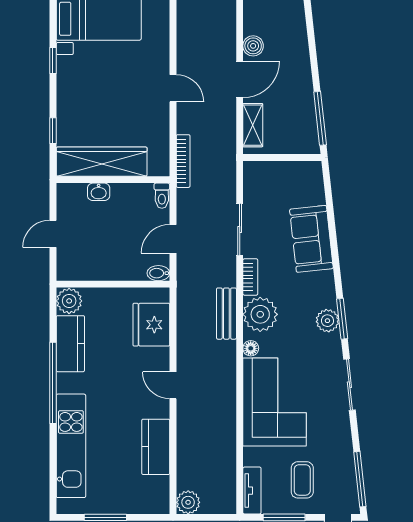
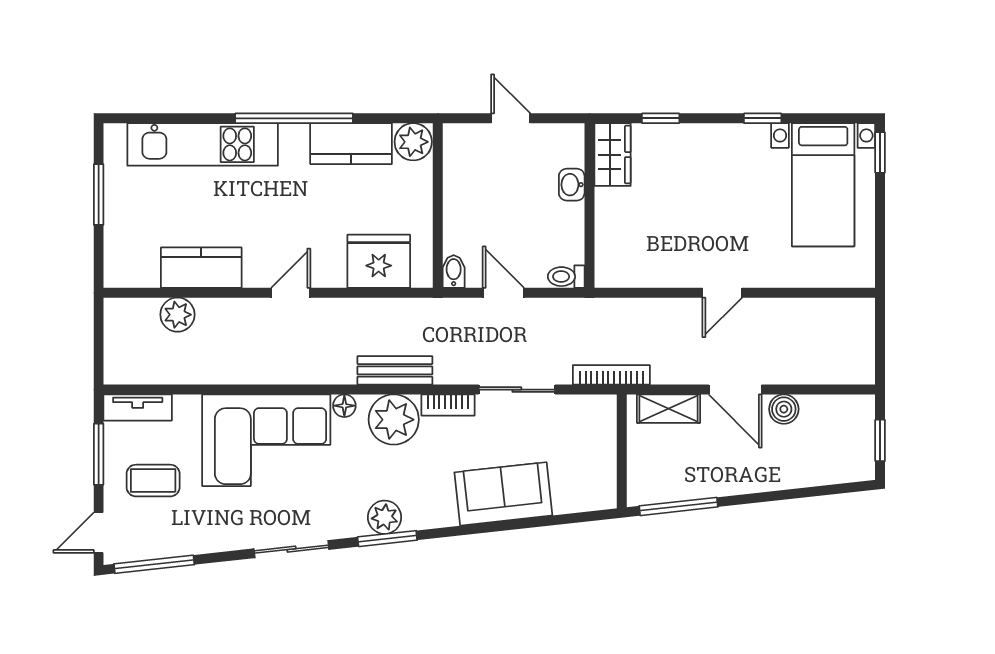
bookcase: (183, 161) -> (611, 375), moved, turned 180
wardrobe: (102, 162) -> (612, 155), width x0.48, depth x0.85
plant: (188, 502) -> (177, 315), moved

